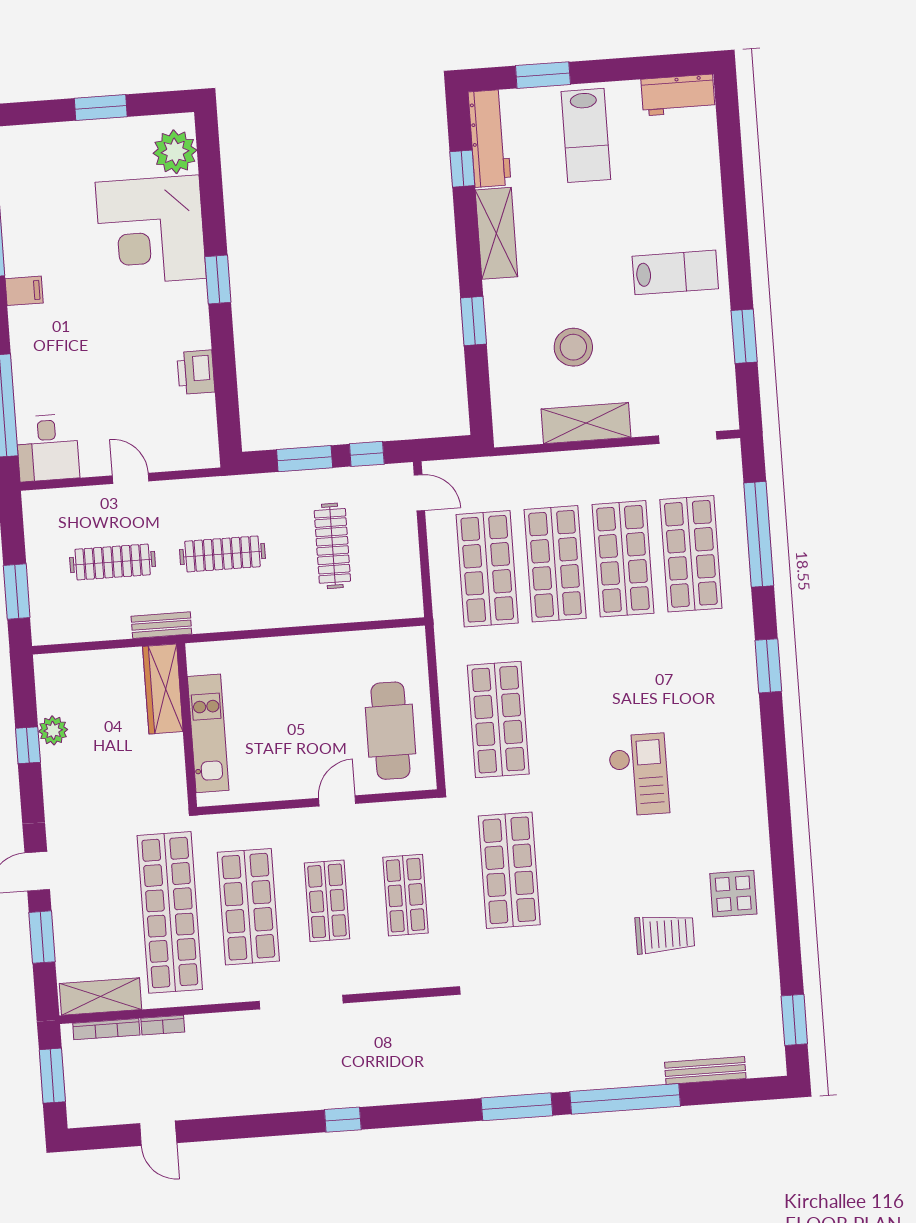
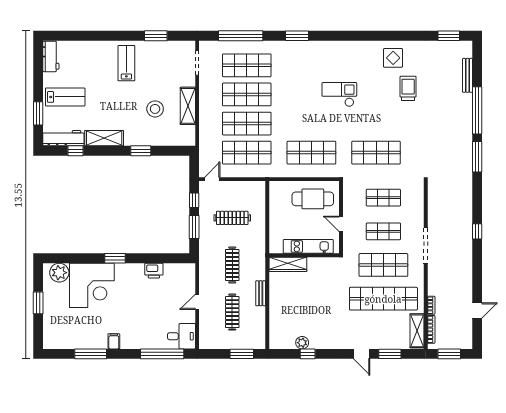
wardrobe: (163, 689) -> (288, 264), moved
wall: (187, 725) -> (304, 255), moved
kitchen unit: (208, 733) -> (308, 246), moved

